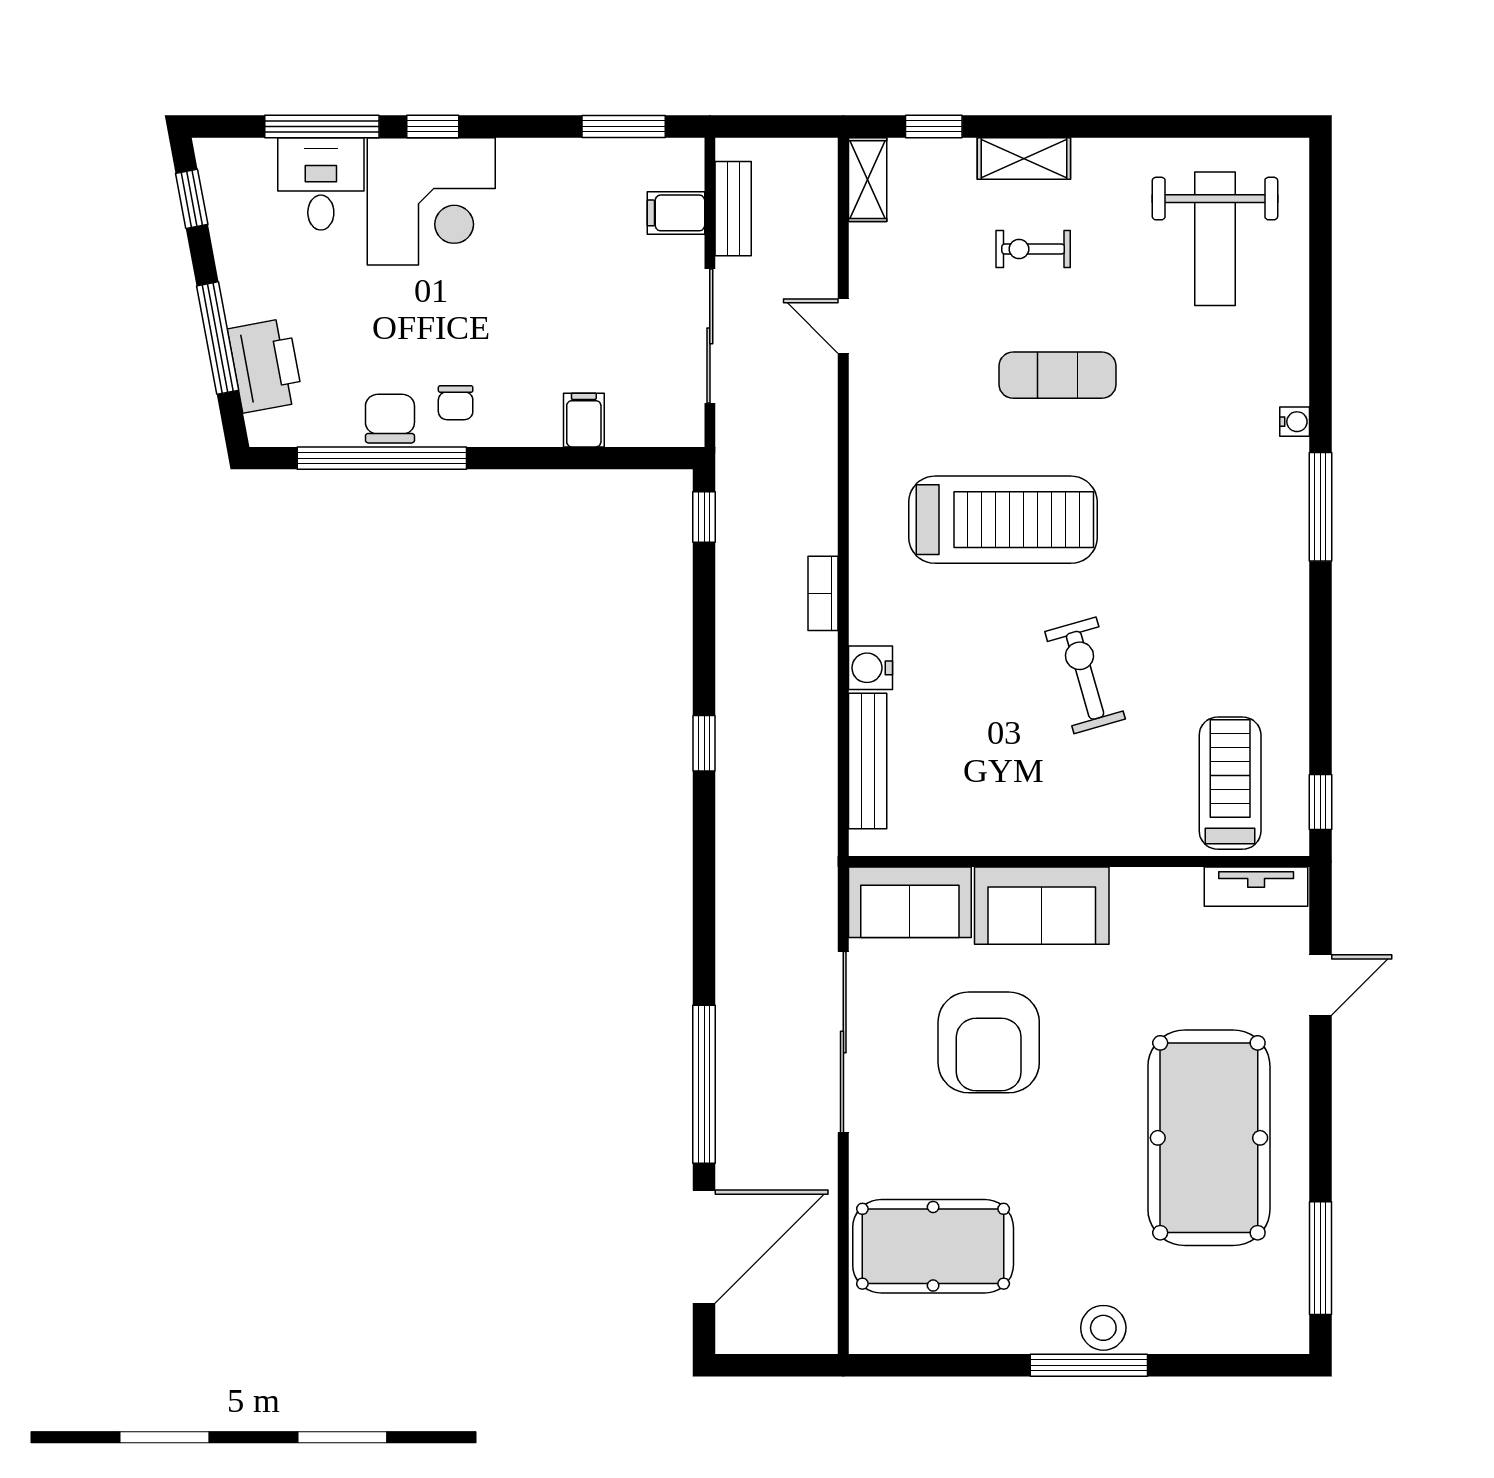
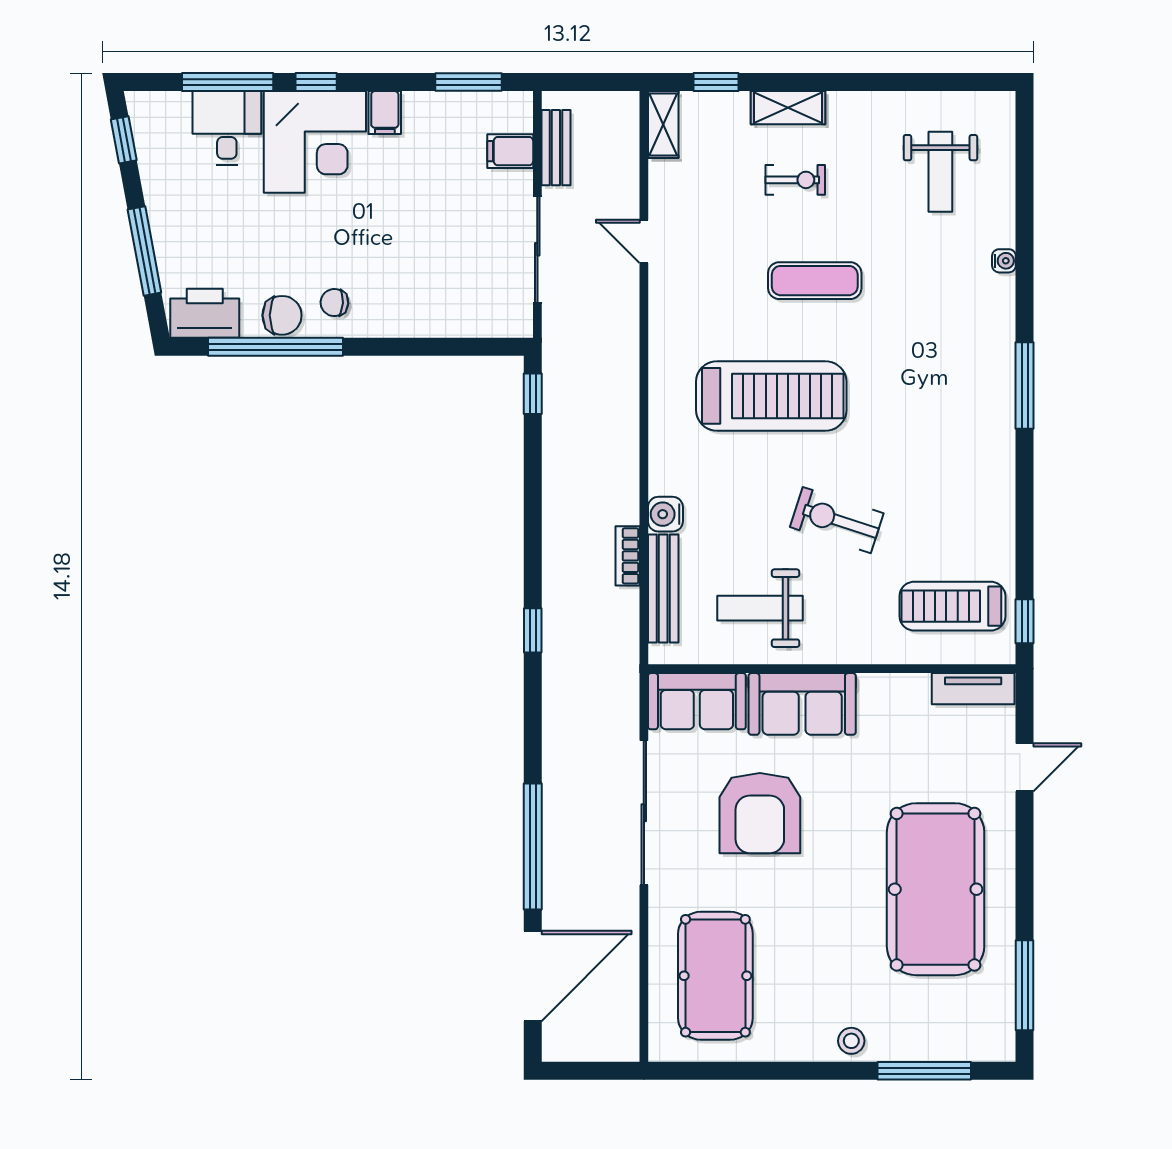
weight bench: (1215, 239) -> (940, 172), width x0.73, depth x0.75
exercise bike: (1033, 249) -> (795, 180), turned 180
printer: (265, 365) -> (205, 313), moved, turned -79
chair: (456, 403) -> (334, 303), turned 93
chair: (390, 419) -> (282, 315), turned 90
filing cabinet: (584, 420) -> (385, 112), moved, turned 180
water cooler: (1295, 422) -> (1004, 261), moved
bookcase: (823, 593) -> (628, 556), moved
exercise bike: (1085, 675) -> (837, 520), turned -56
window: (704, 743) -> (533, 630), moved
treadmill: (1230, 783) -> (952, 606), turned -90
weight bench: (989, 786) -> (760, 608), added
pool table: (933, 1246) -> (715, 976), turned 90
stool: (1103, 1328) -> (851, 1041), width x0.73, depth x0.73
window: (1089, 1365) -> (924, 1071), moved

